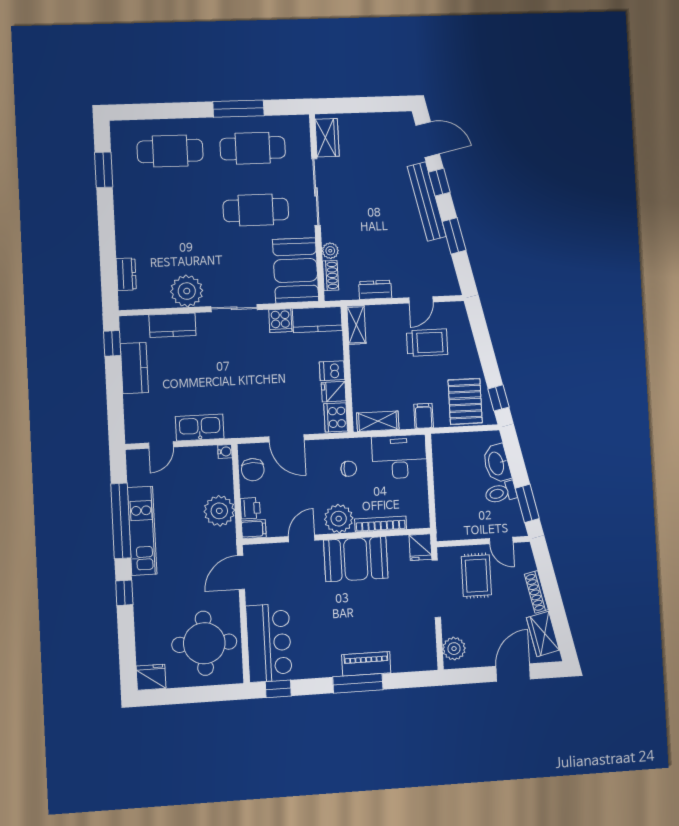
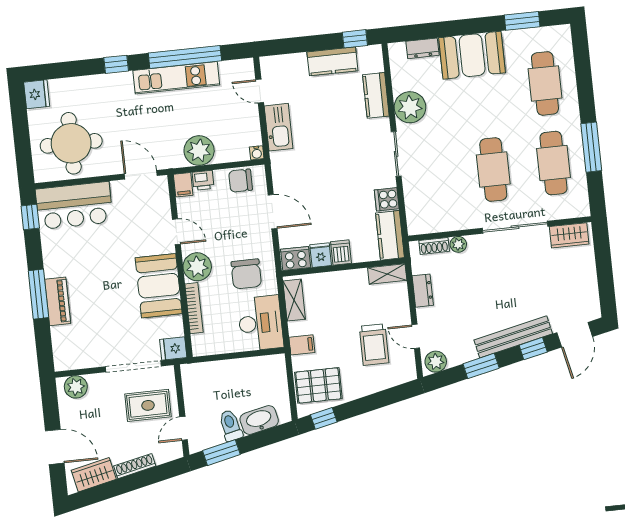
booth: (296, 270) -> (472, 55), moved
plant: (447, 281) -> (436, 362), added
door: (287, 438) -> (273, 212), swing flipped
chair: (349, 469) -> (246, 274), width x1.87, depth x1.87

